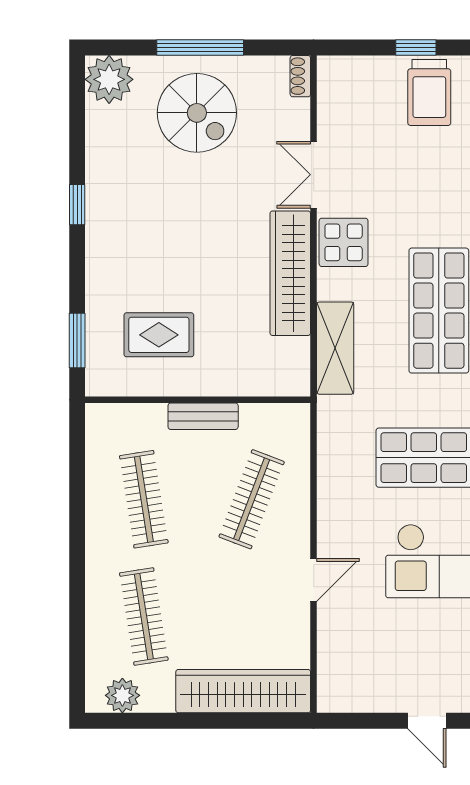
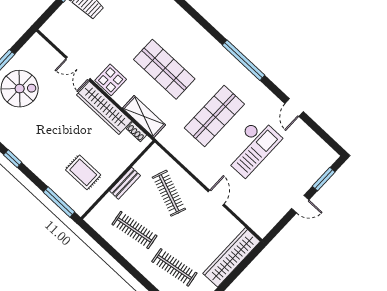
shoe rack: (300, 76) -> (137, 132), moved
rug: (159, 335) -> (83, 172), turned 90
window: (77, 340) -> (59, 202), width x1.44

